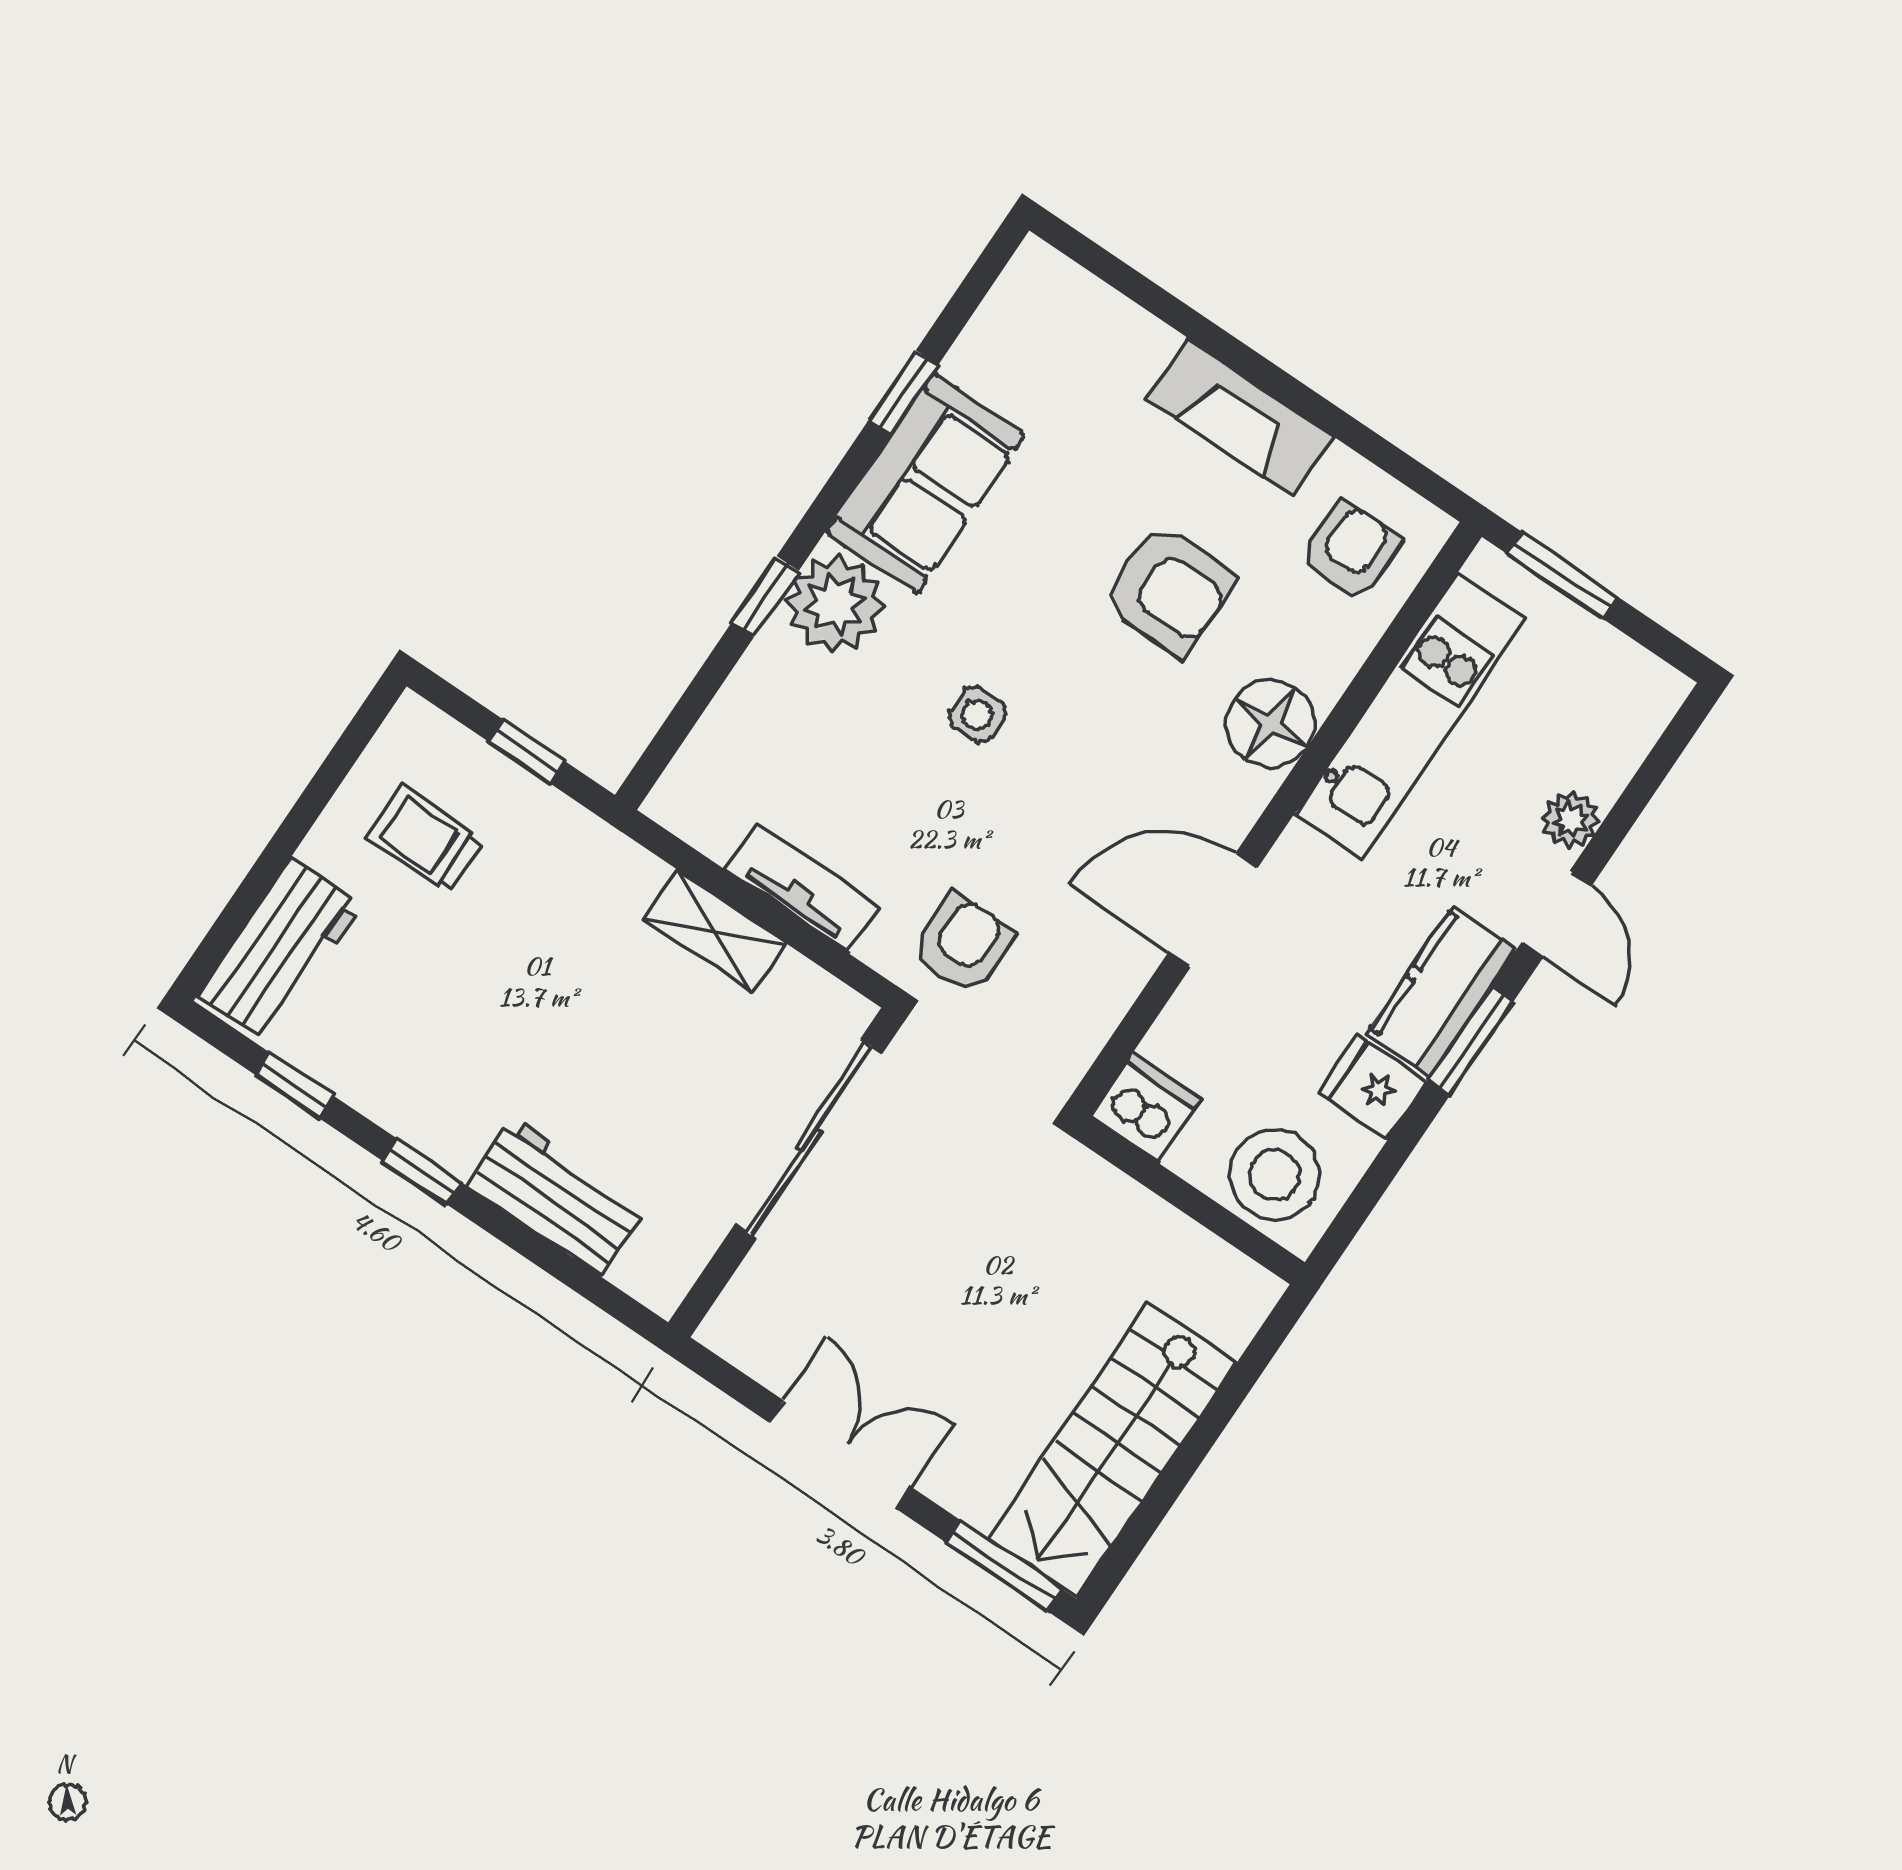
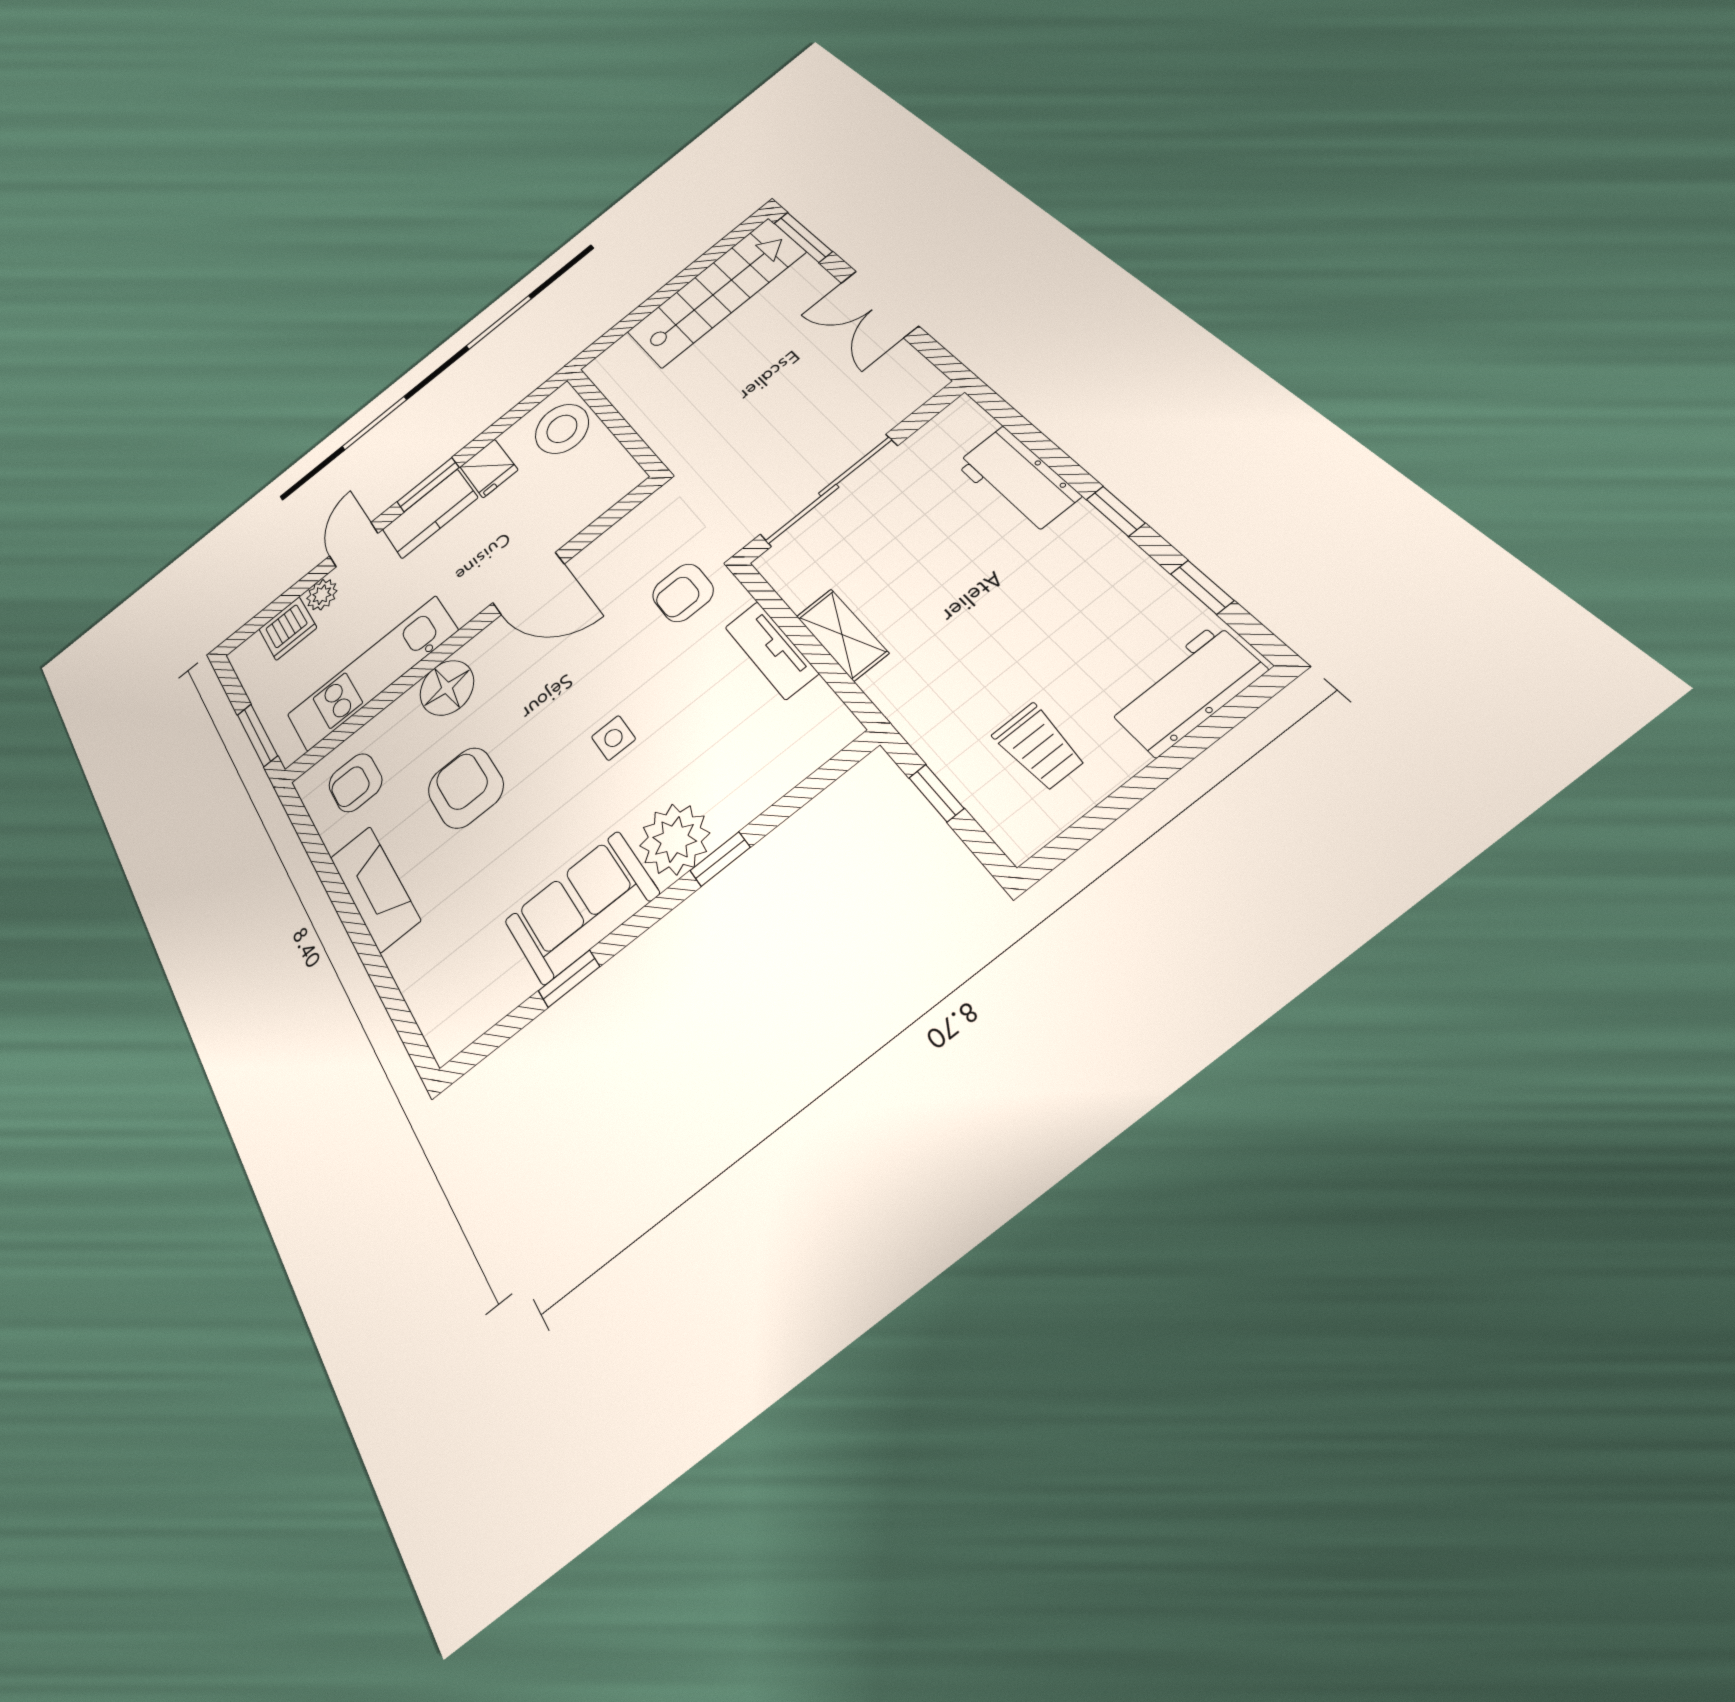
dishwasher: (1145, 1108) -> (288, 628), moved, turned -90

